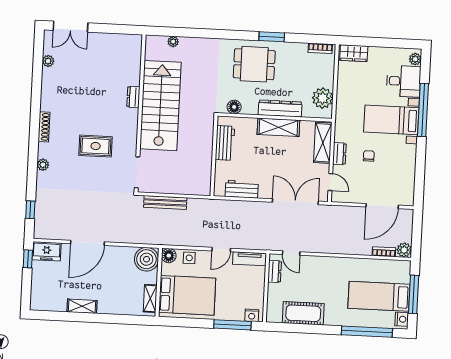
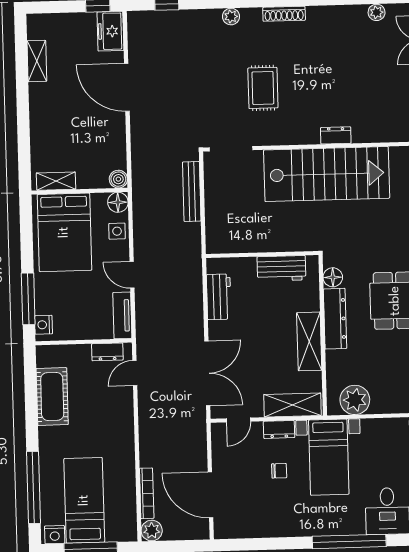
dresser: (280, 108) -> (335, 319), moved
bed with nightstands: (391, 120) -> (329, 457), moved, turned 180
bookcase: (384, 252) -> (147, 493), width x1.56
boiler: (146, 259) -> (118, 179), width x0.54, depth x0.54
shelving: (82, 306) -> (37, 61), moved

